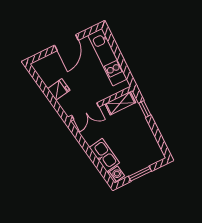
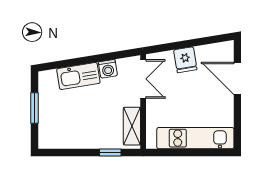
door: (66, 43) -> (237, 78), moved
double door: (85, 111) -> (143, 79), swing flipped
washing machine: (116, 174) -> (108, 69), moved

